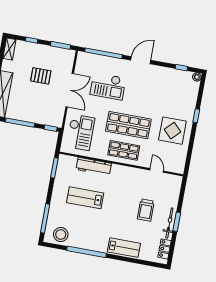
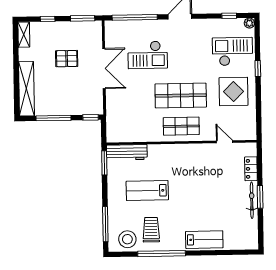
checkout: (80, 132) -> (232, 52), moved, turned -90
workbench: (94, 166) -> (127, 152), moved
trolley: (146, 210) -> (151, 230), moved, turned 180
locker: (165, 249) -> (251, 169), moved

